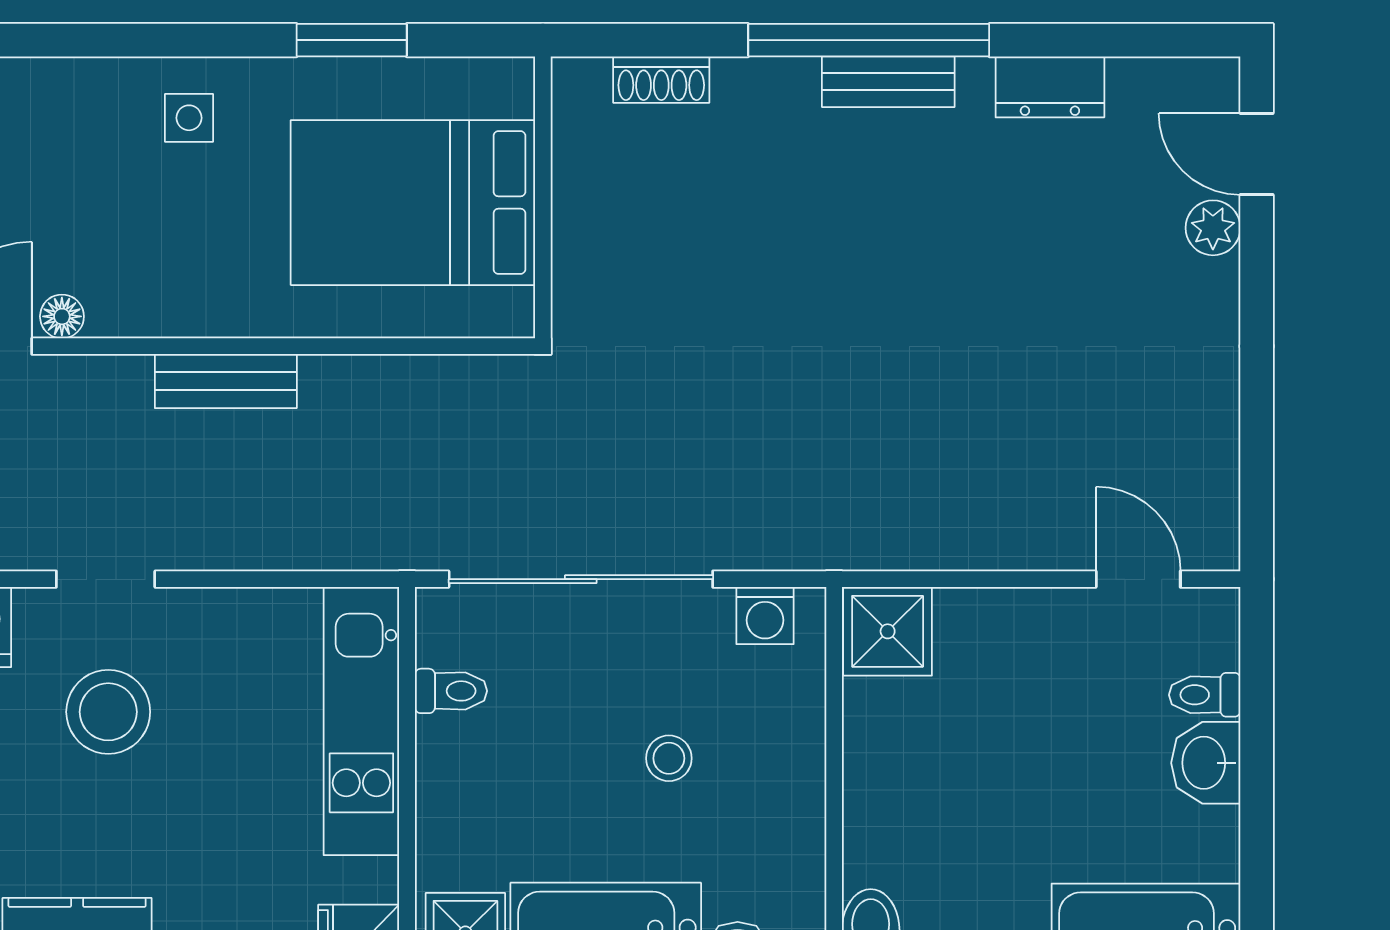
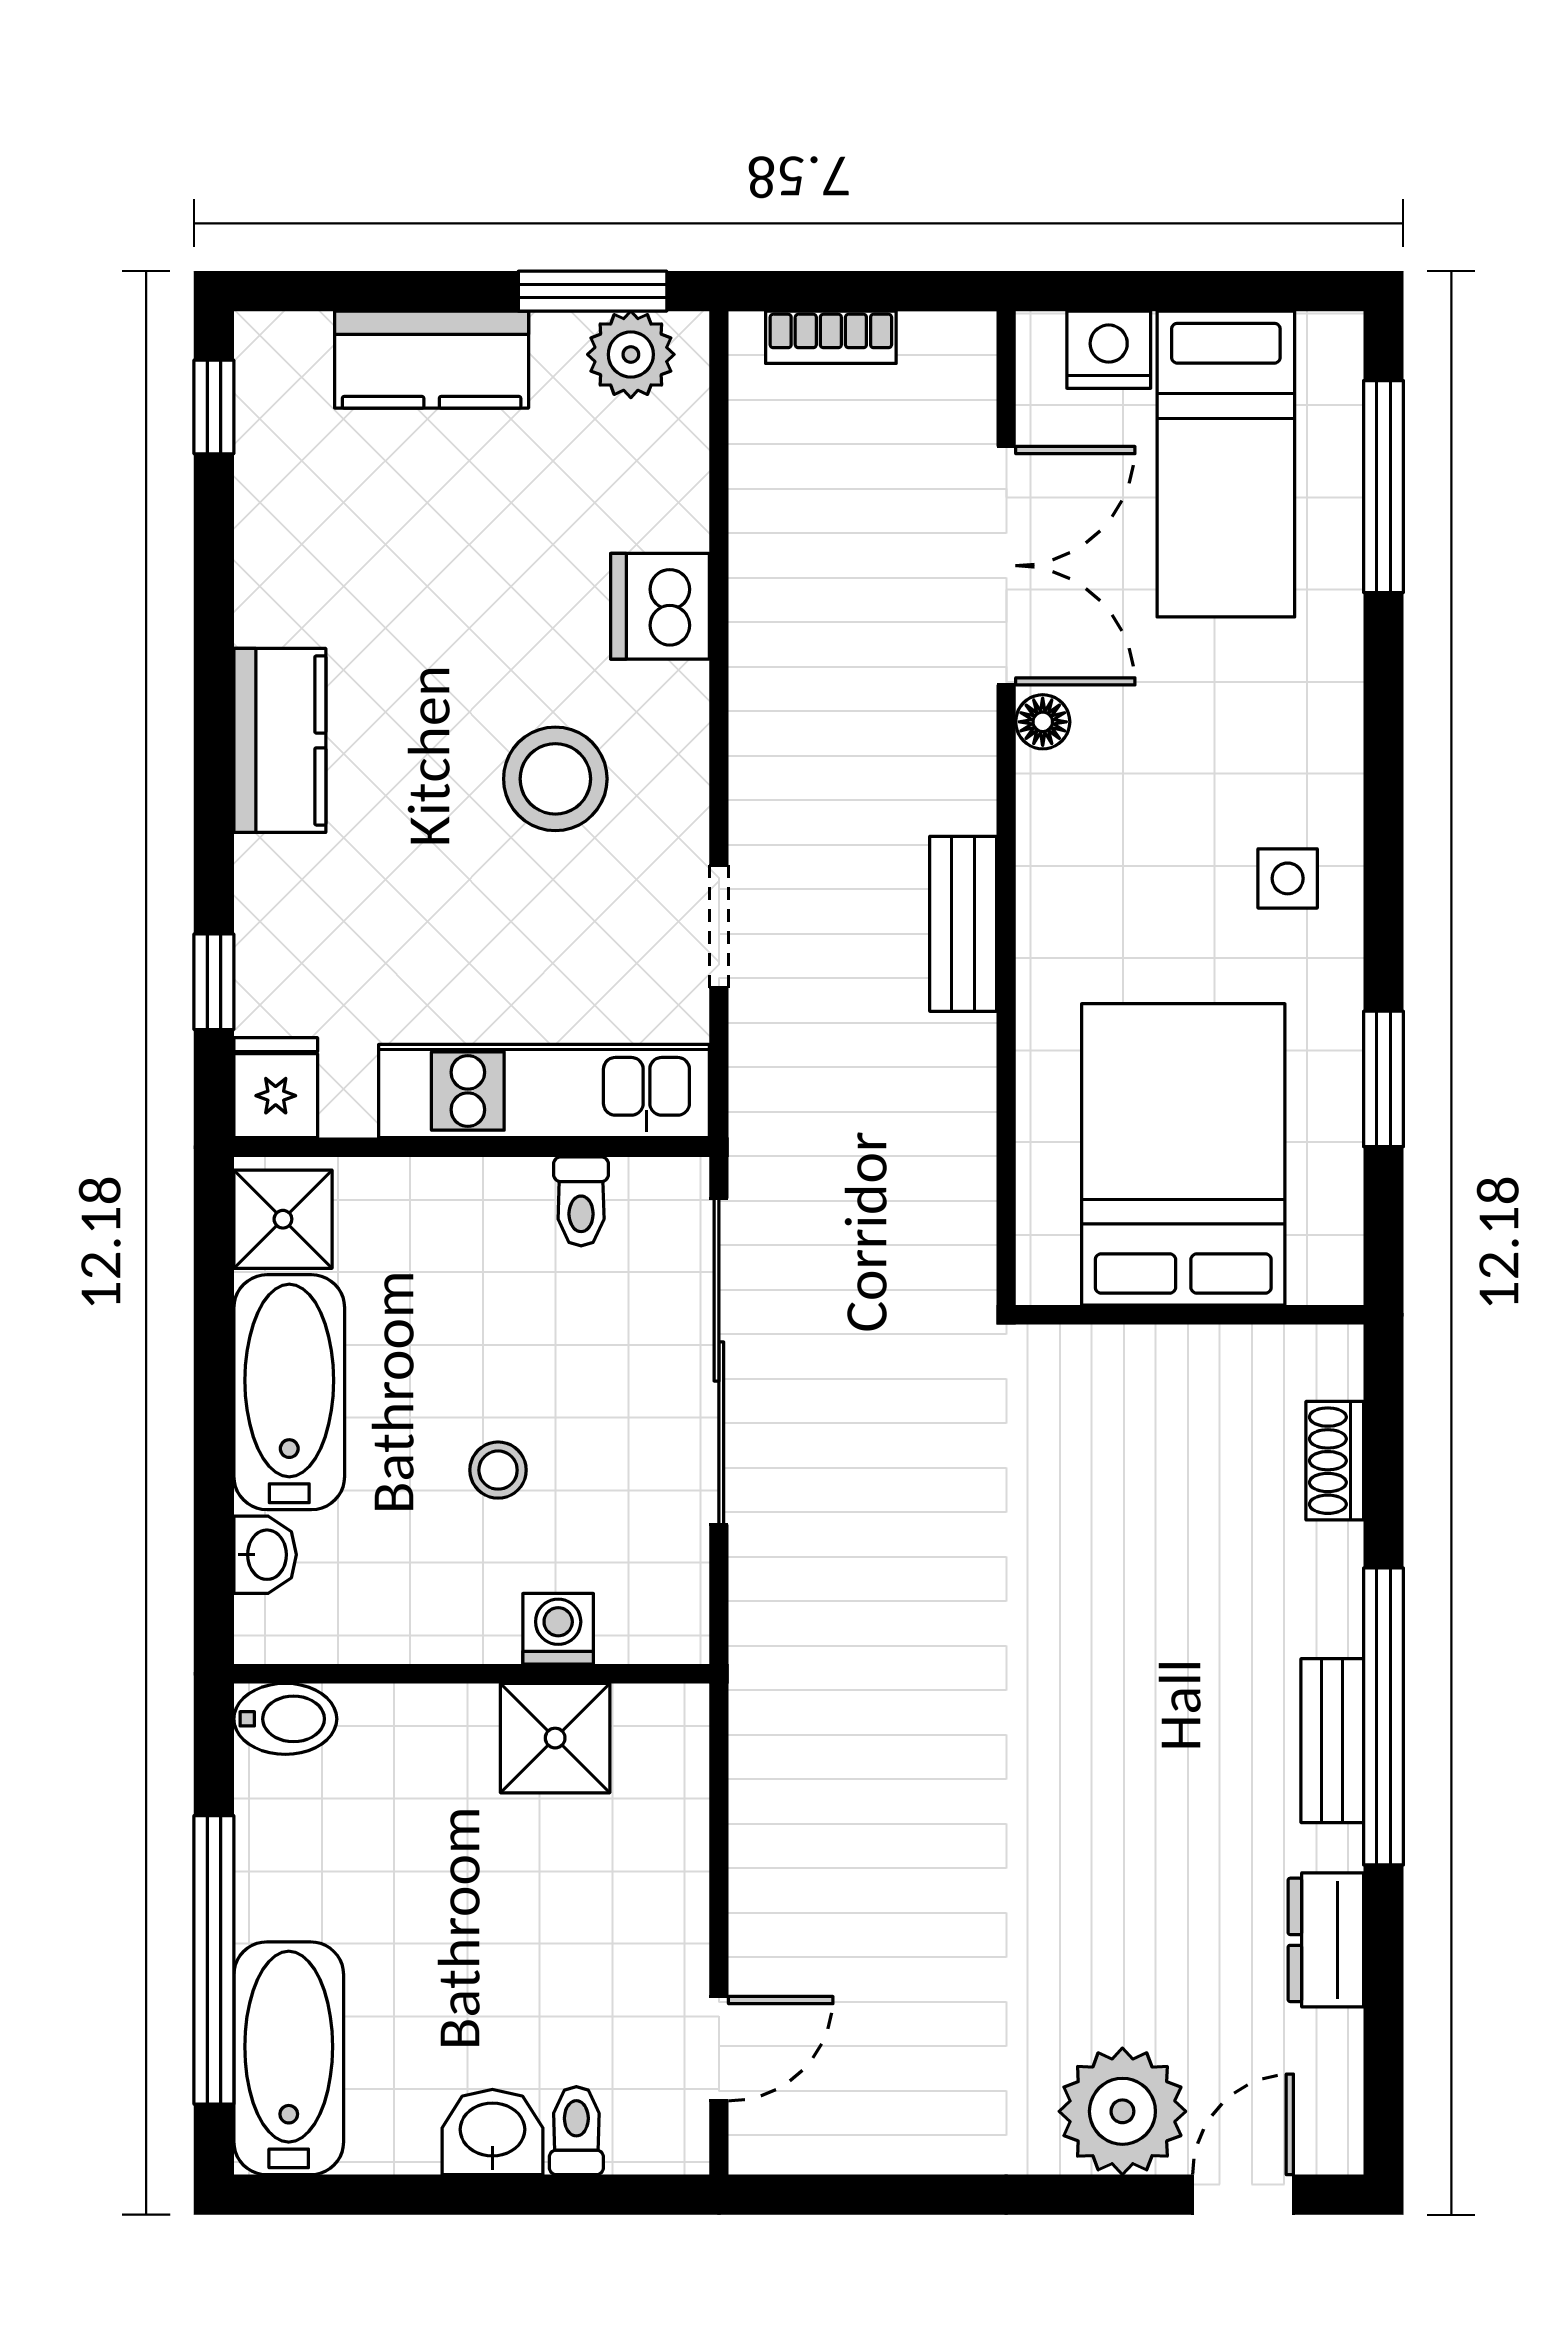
plant: (1213, 228) -> (1122, 2111), width x1.88, depth x1.88
doorway: (106, 579) -> (719, 926), moved
washing machine: (765, 616) -> (558, 1629), moved, turned 90
shower: (888, 631) -> (555, 1738), moved

